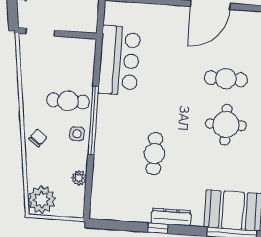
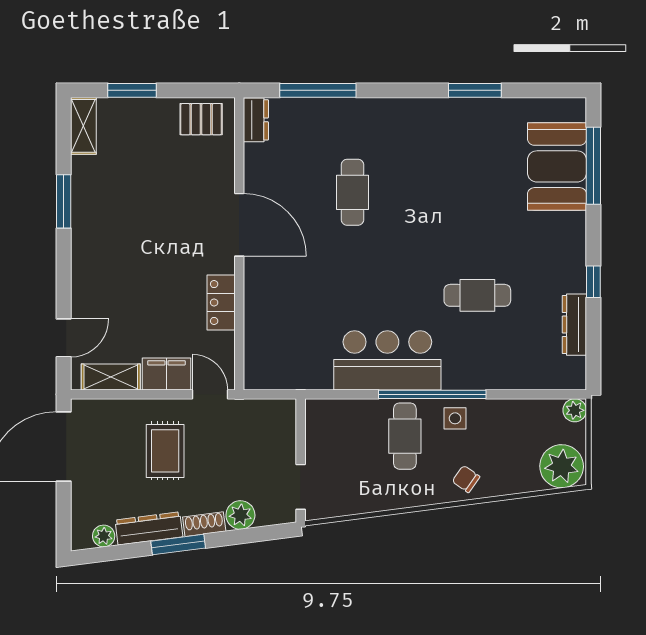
bar counter: (119, 60) -> (387, 360), moved
round table: (226, 125) -> (424, 187), removed
plant: (79, 178) -> (575, 410), moved
dresser: (171, 217) -> (574, 325), moved

